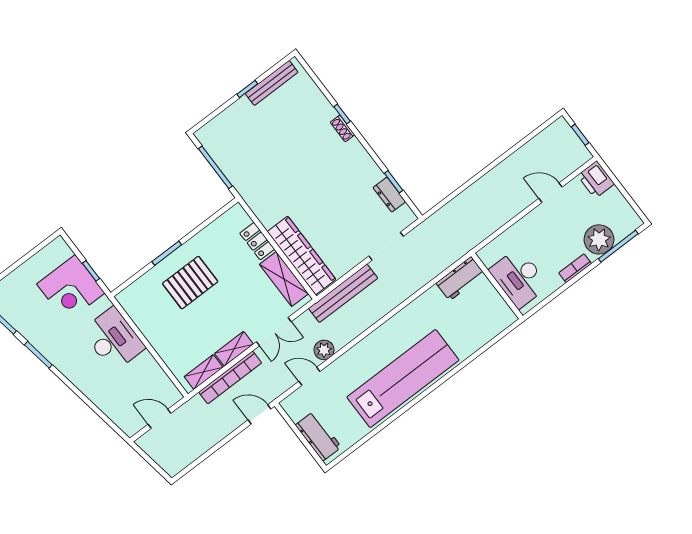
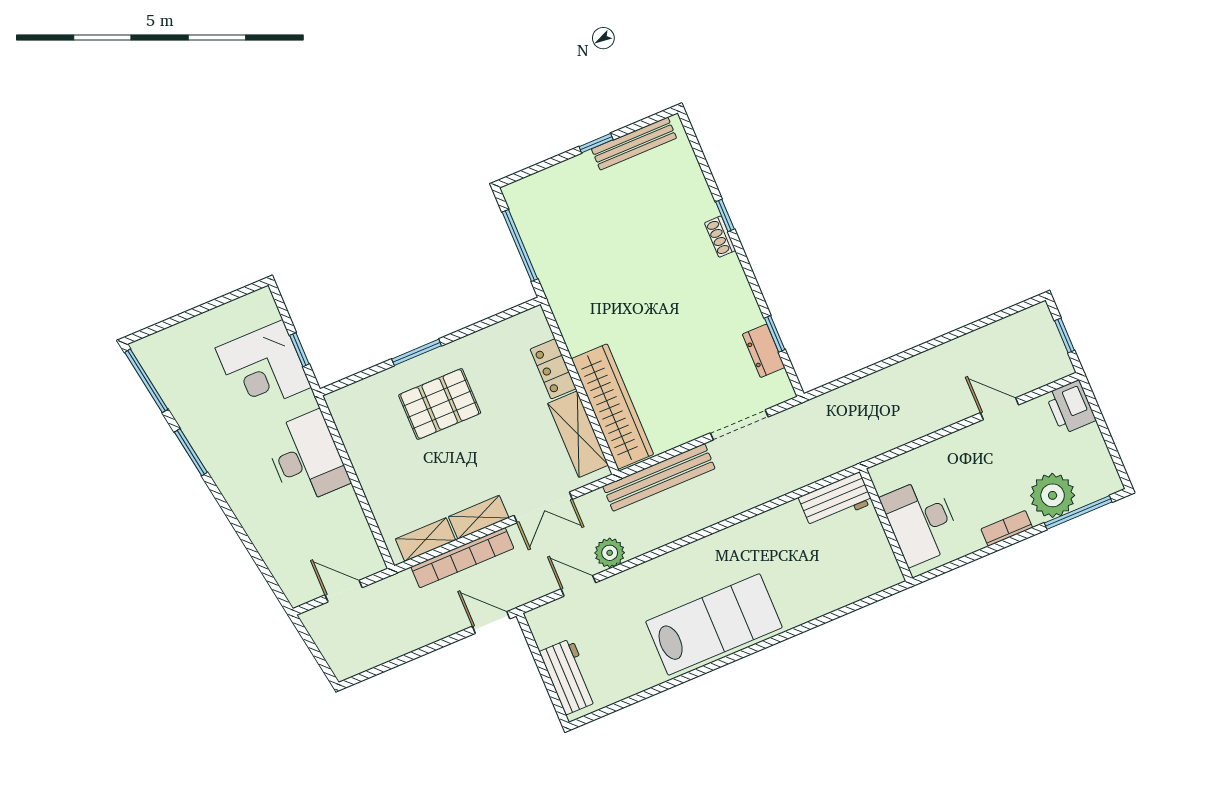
lab bench: (403, 379) -> (714, 624), width x0.73

